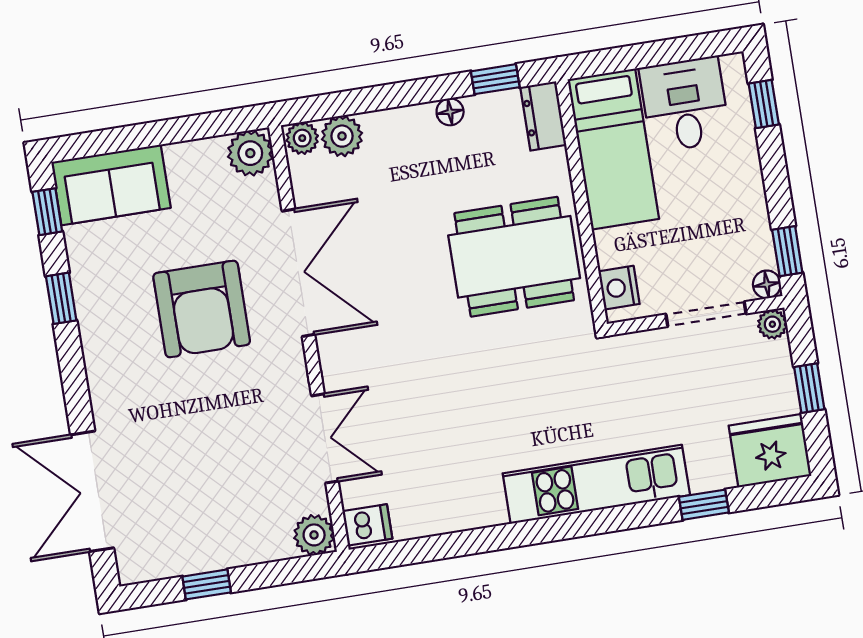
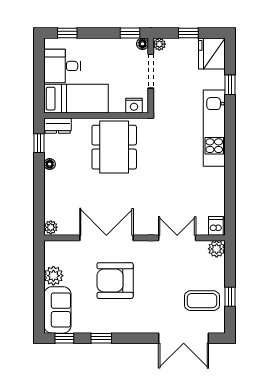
plant: (342, 136) -> (53, 211), removed
plant: (250, 153) -> (53, 276), moved
armchair: (202, 309) -> (115, 281), turned 180
coffee table: (187, 520) -> (202, 301), added

